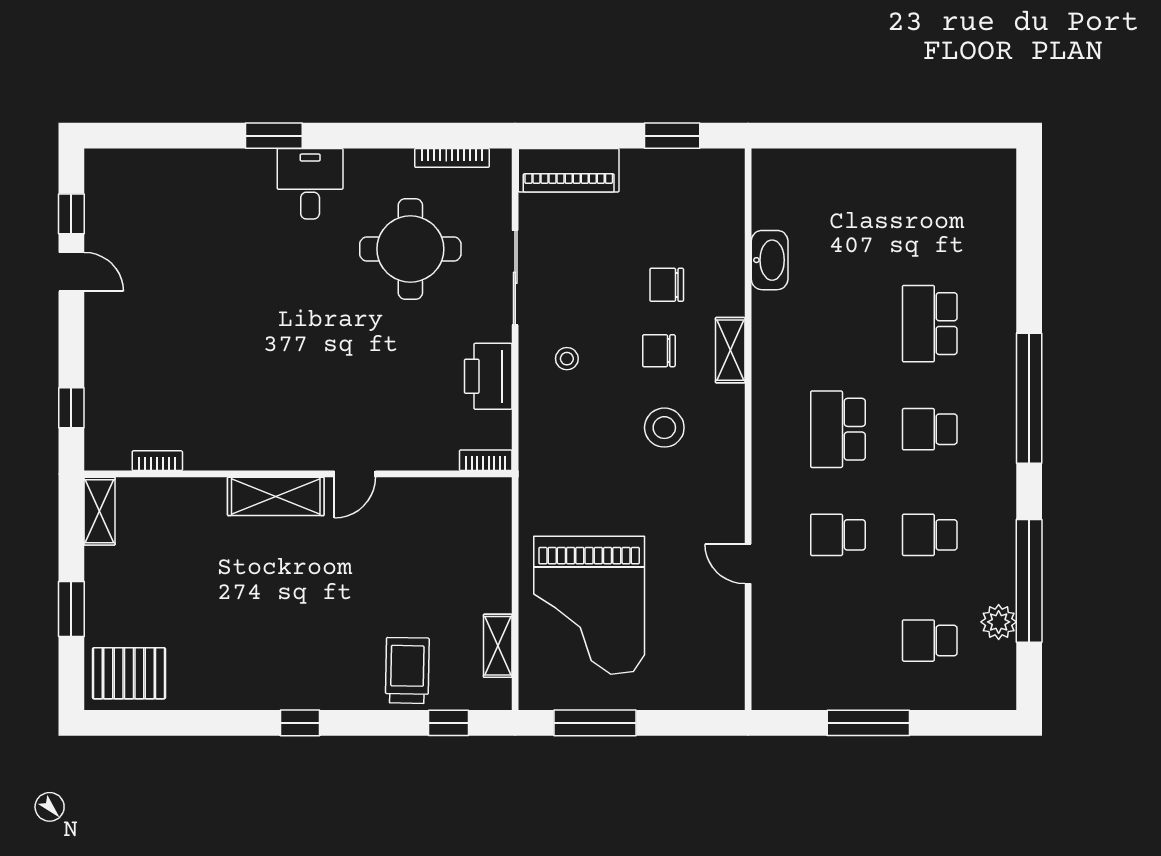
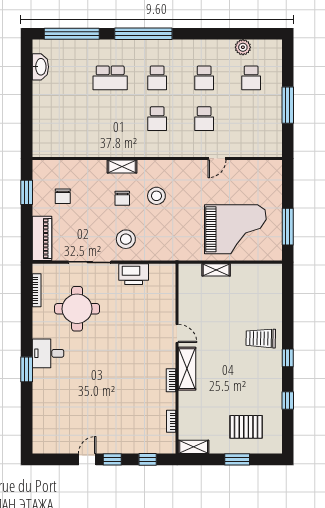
window: (71, 214) -> (112, 459), moved
washbasin: (770, 260) -> (40, 67), moved, turned 90
chair: (667, 285) -> (63, 196), moved
stool: (567, 359) -> (126, 239), width x1.89, depth x1.89
school desk: (838, 429) -> (157, 119), width x0.54
bookcase: (486, 460) -> (171, 380), moved
window: (1029, 581) -> (72, 34), moved
shelving: (498, 646) -> (216, 270), moved
trolley: (407, 670) -> (261, 338), moved
pallet: (129, 673) -> (246, 427), moved, turned 90
window: (448, 723) -> (288, 401), moved

